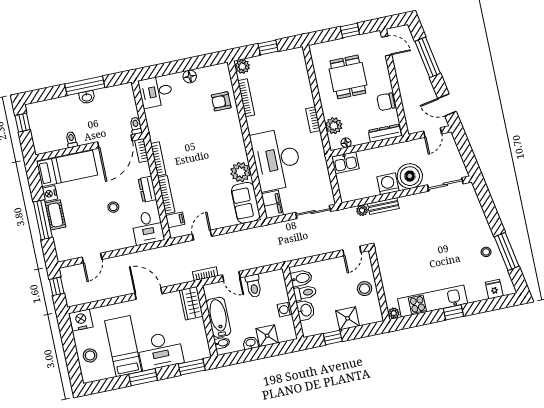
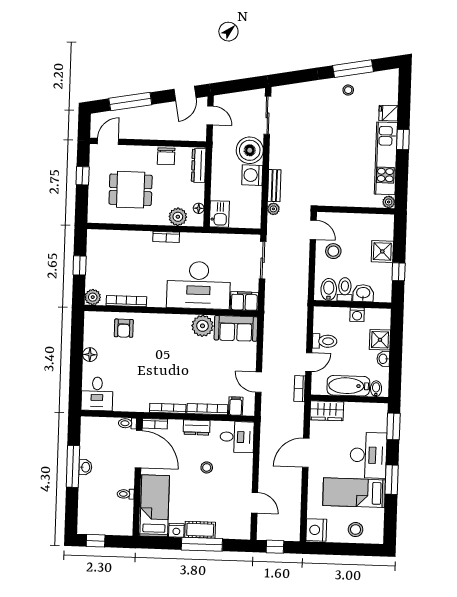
stool: (365, 289) -> (333, 251), moved
fridge: (494, 289) -> (388, 113), moved

